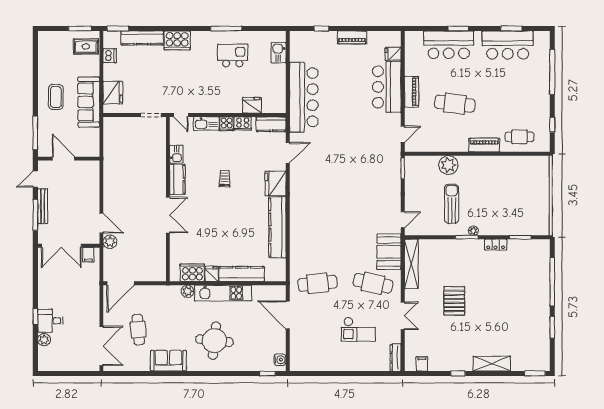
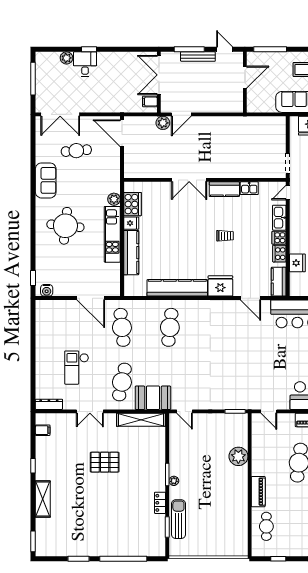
sun lounger: (452, 204) -> (178, 519), moved, turned -90
cafe table: (318, 235) -> (170, 327), added
door: (288, 315) -> (91, 298), swing flipped
window: (65, 373) -> (33, 79), added

